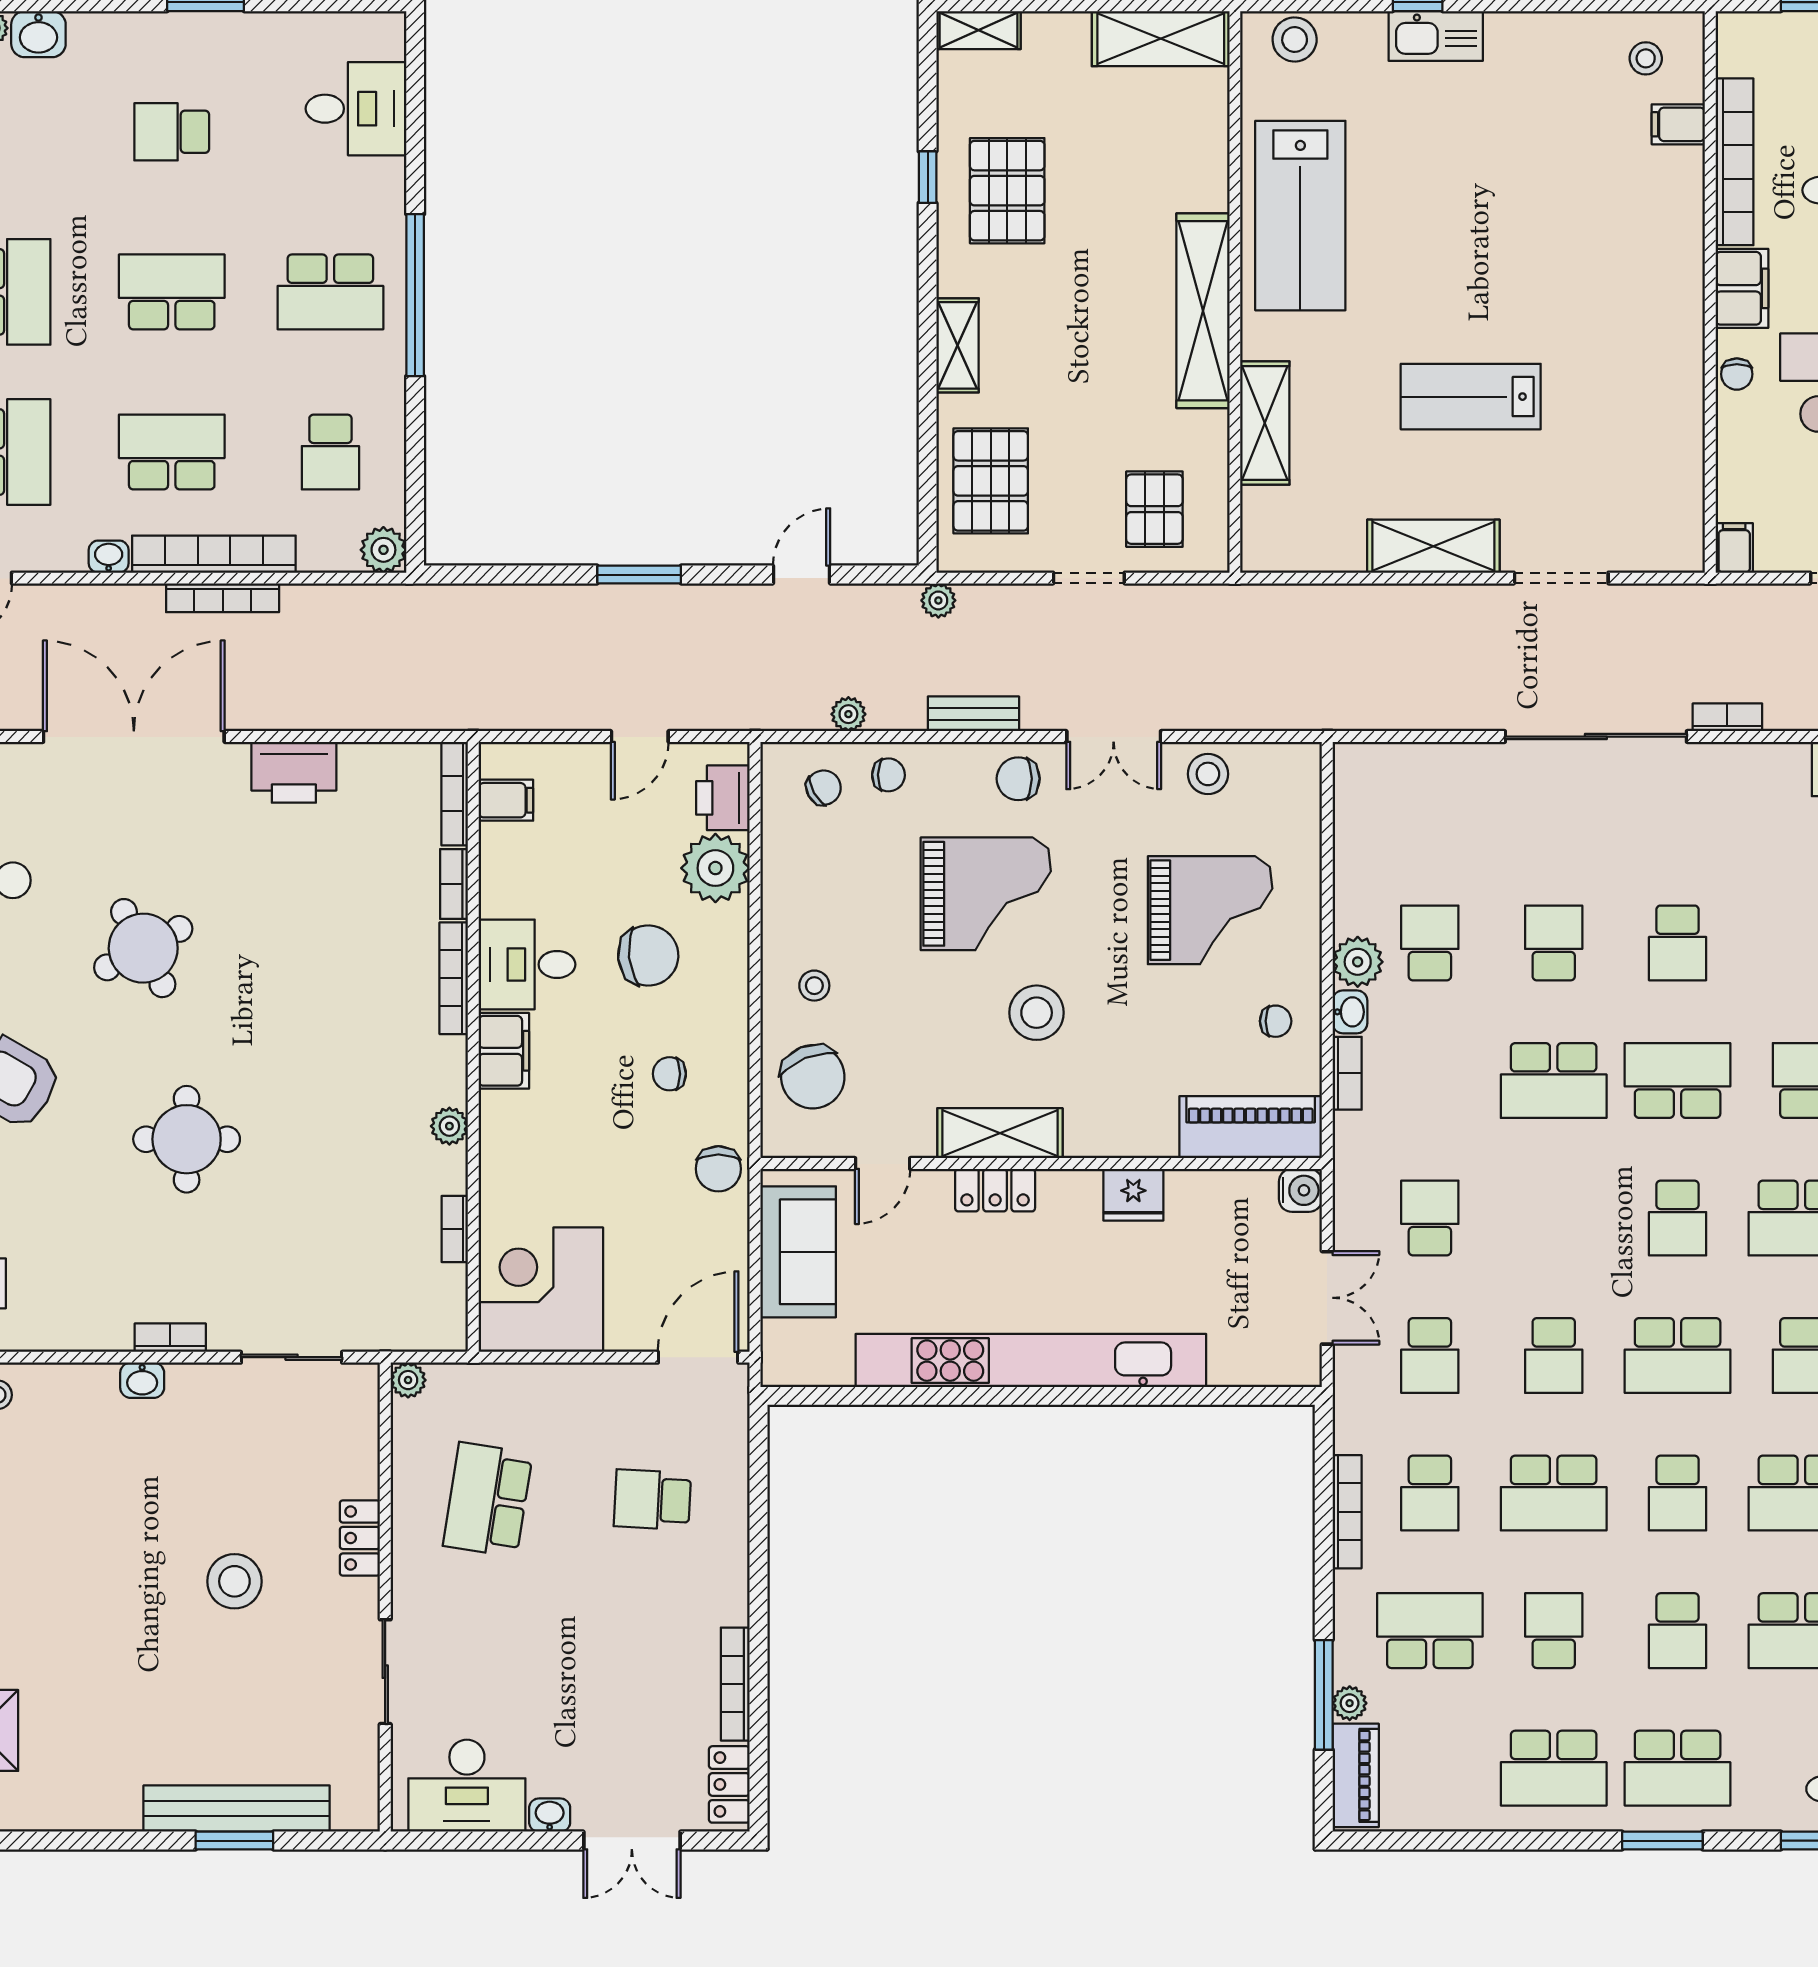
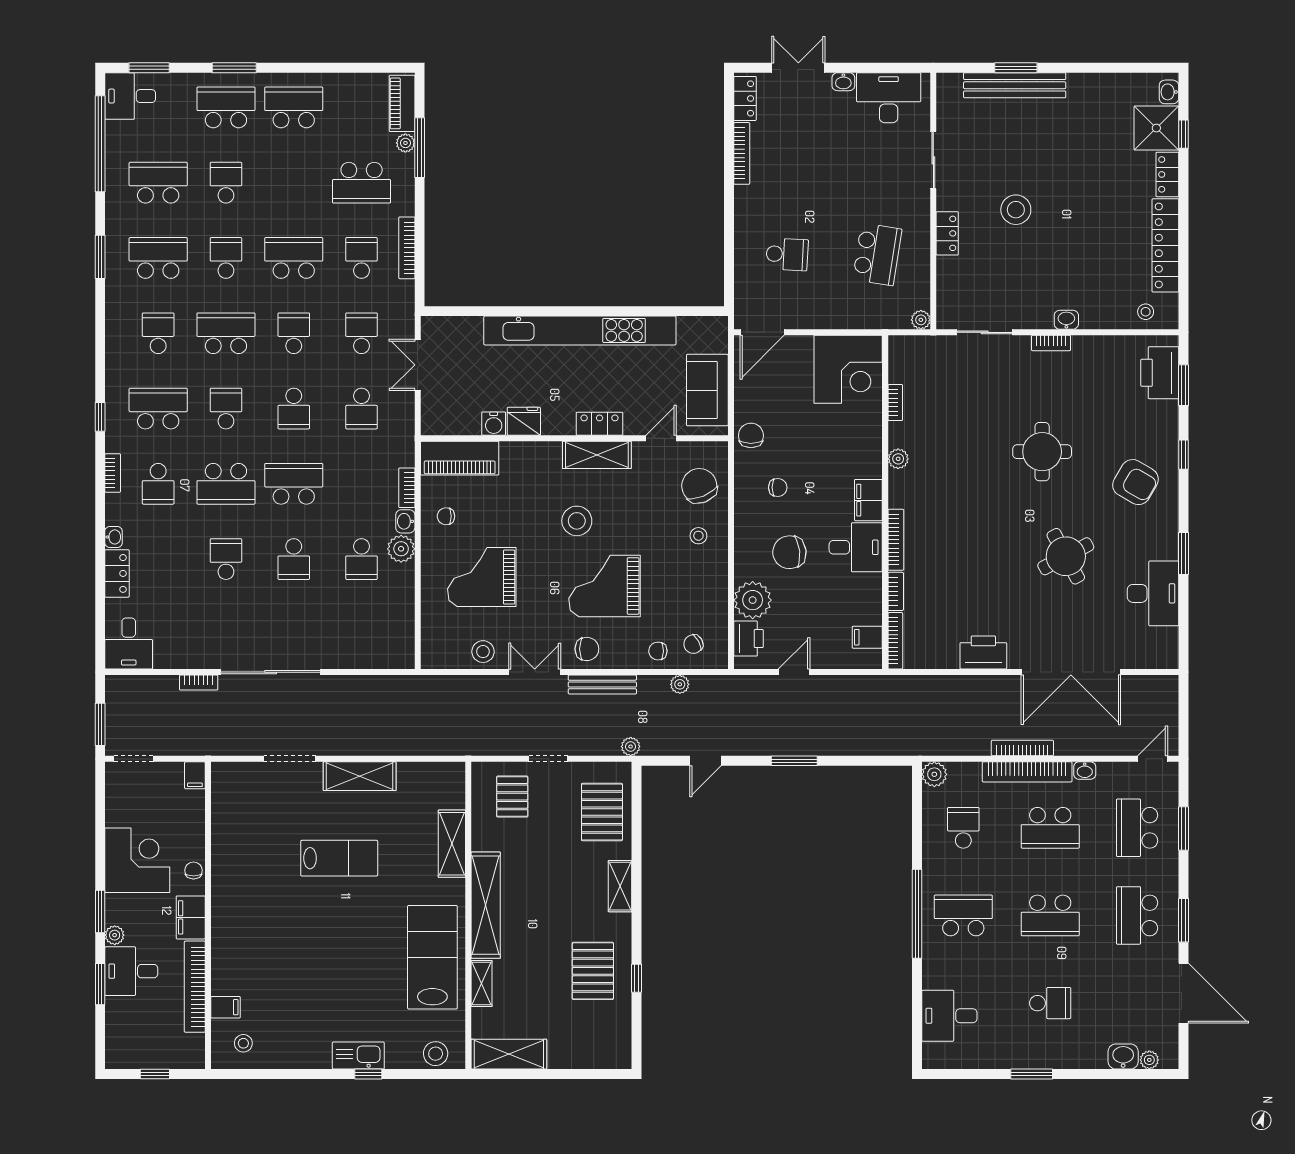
shelving: (979, 30) -> (482, 984), moved, turned 90
bench: (973, 714) -> (602, 684), width x1.36
water cooler: (1300, 1190) -> (494, 424), moved, turned -90
school desk: (1554, 1631) -> (294, 409), moved

